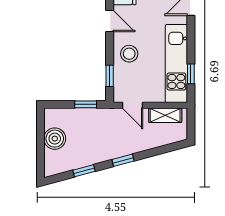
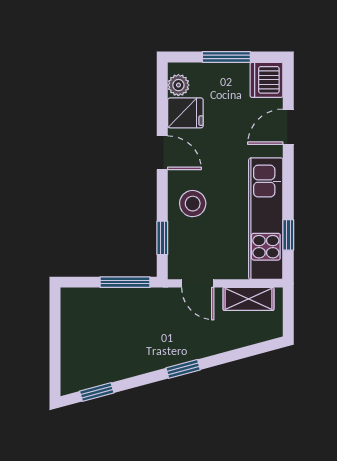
window: (86, 104) -> (125, 282), width x1.50
boiler: (55, 139) -> (77, 335), removed
window: (84, 171) -> (97, 392), moved

